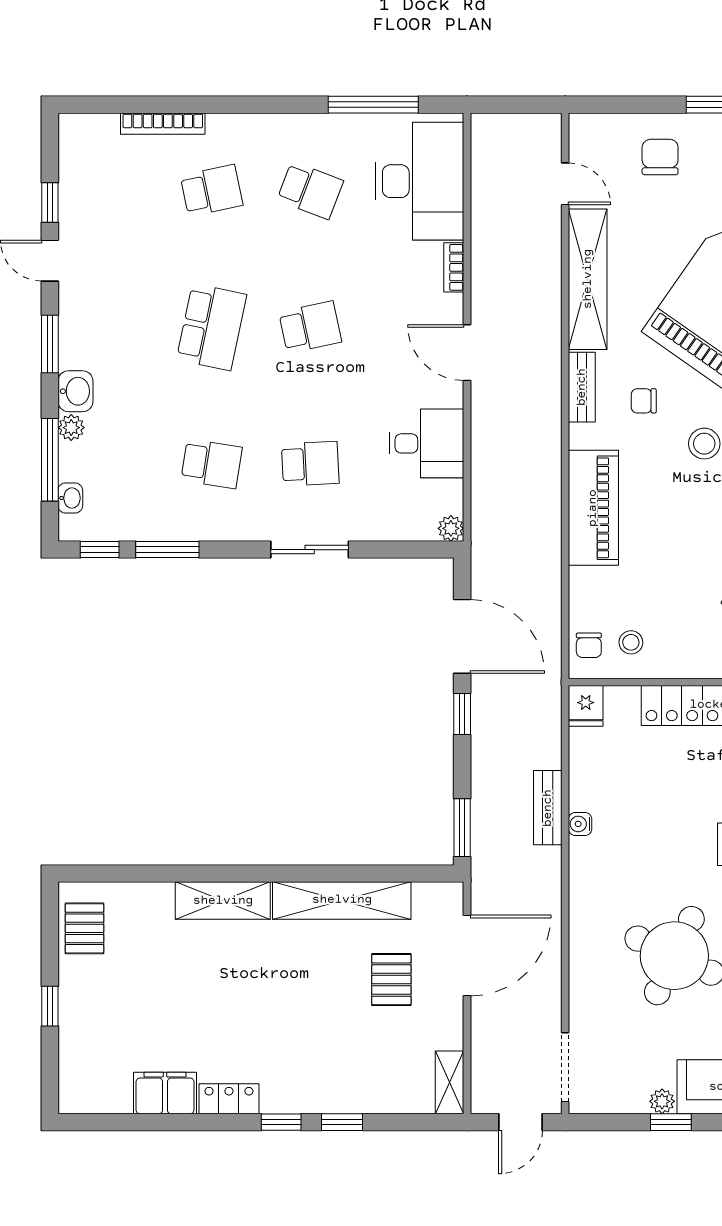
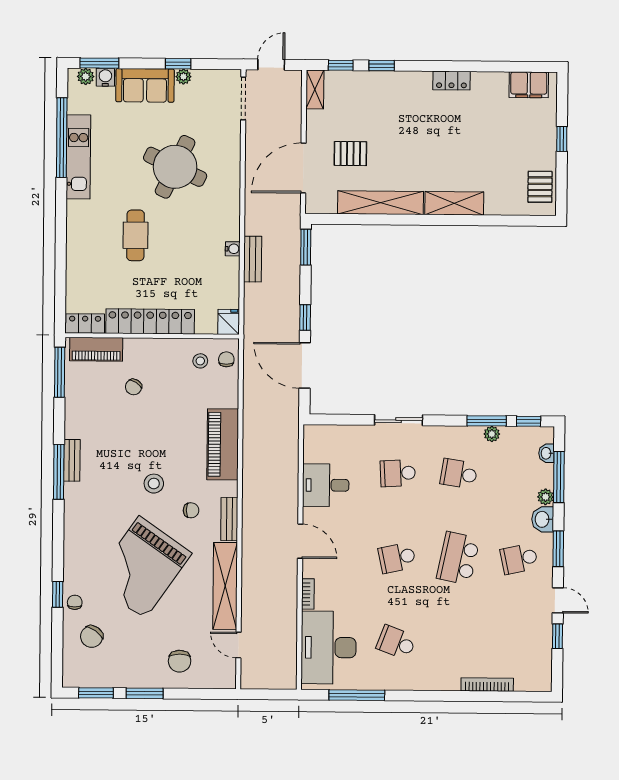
school desk: (212, 190) -> (519, 559), moved
plant: (451, 528) -> (492, 434), moved
pallet: (391, 980) -> (350, 154), turned 90
filing cabinet: (165, 1093) -> (529, 85), moved
window: (281, 1122) -> (341, 65), moved

